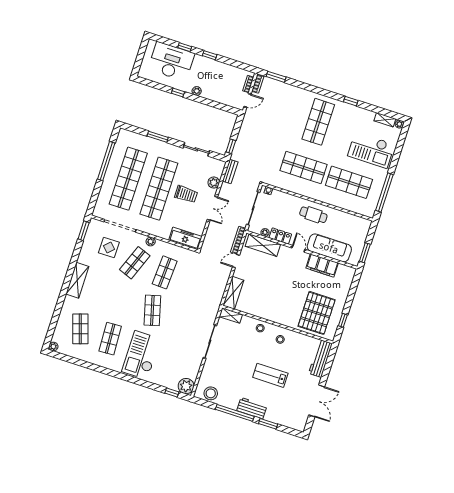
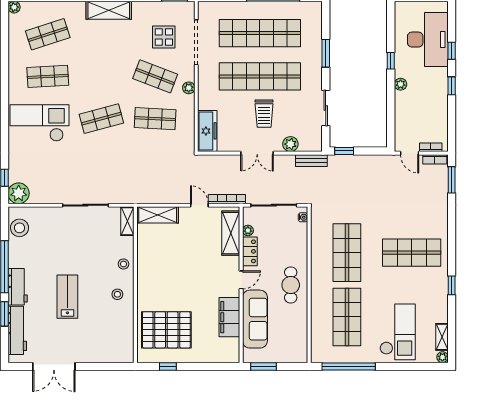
checkout: (371, 150) -> (398, 332), turned 180
workbench: (321, 358) -> (17, 330), moved, turned 90

